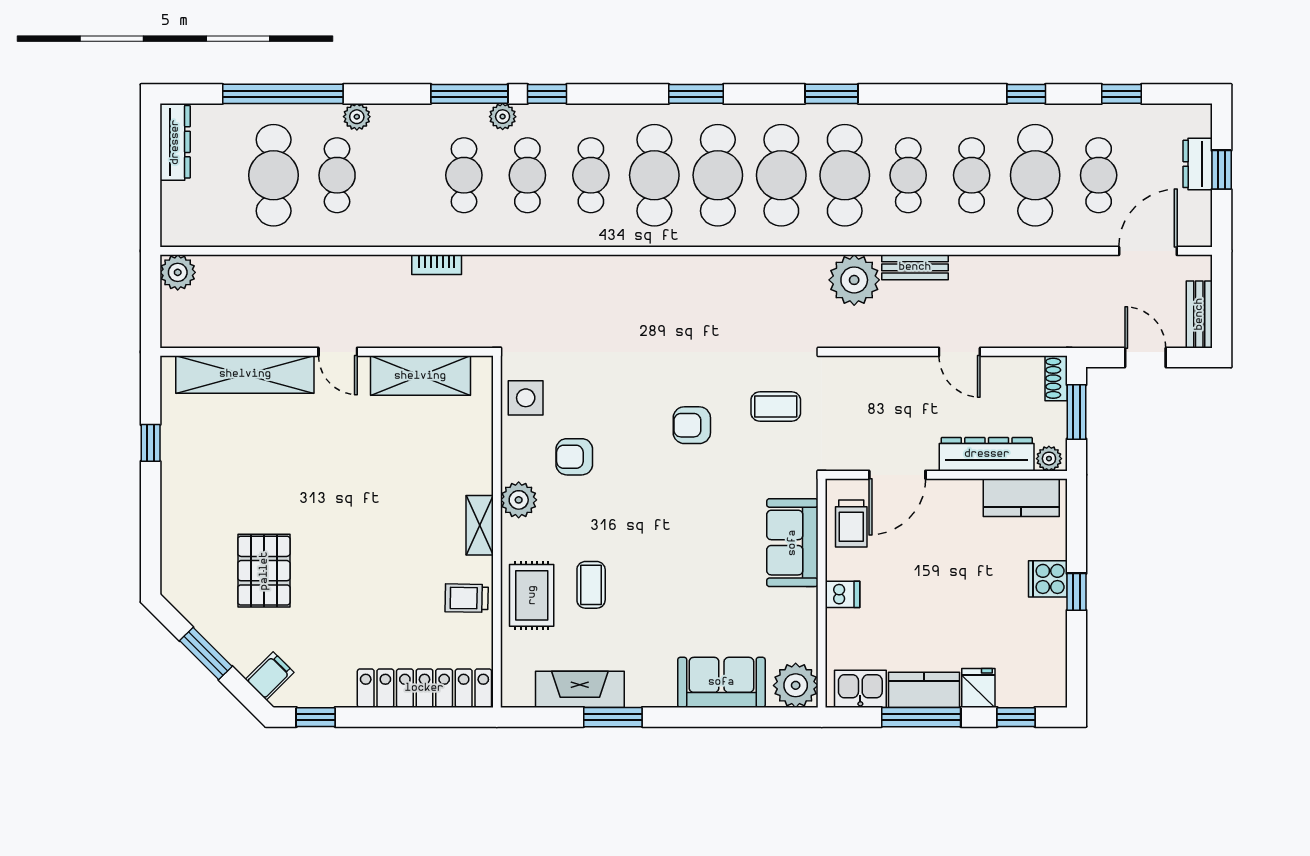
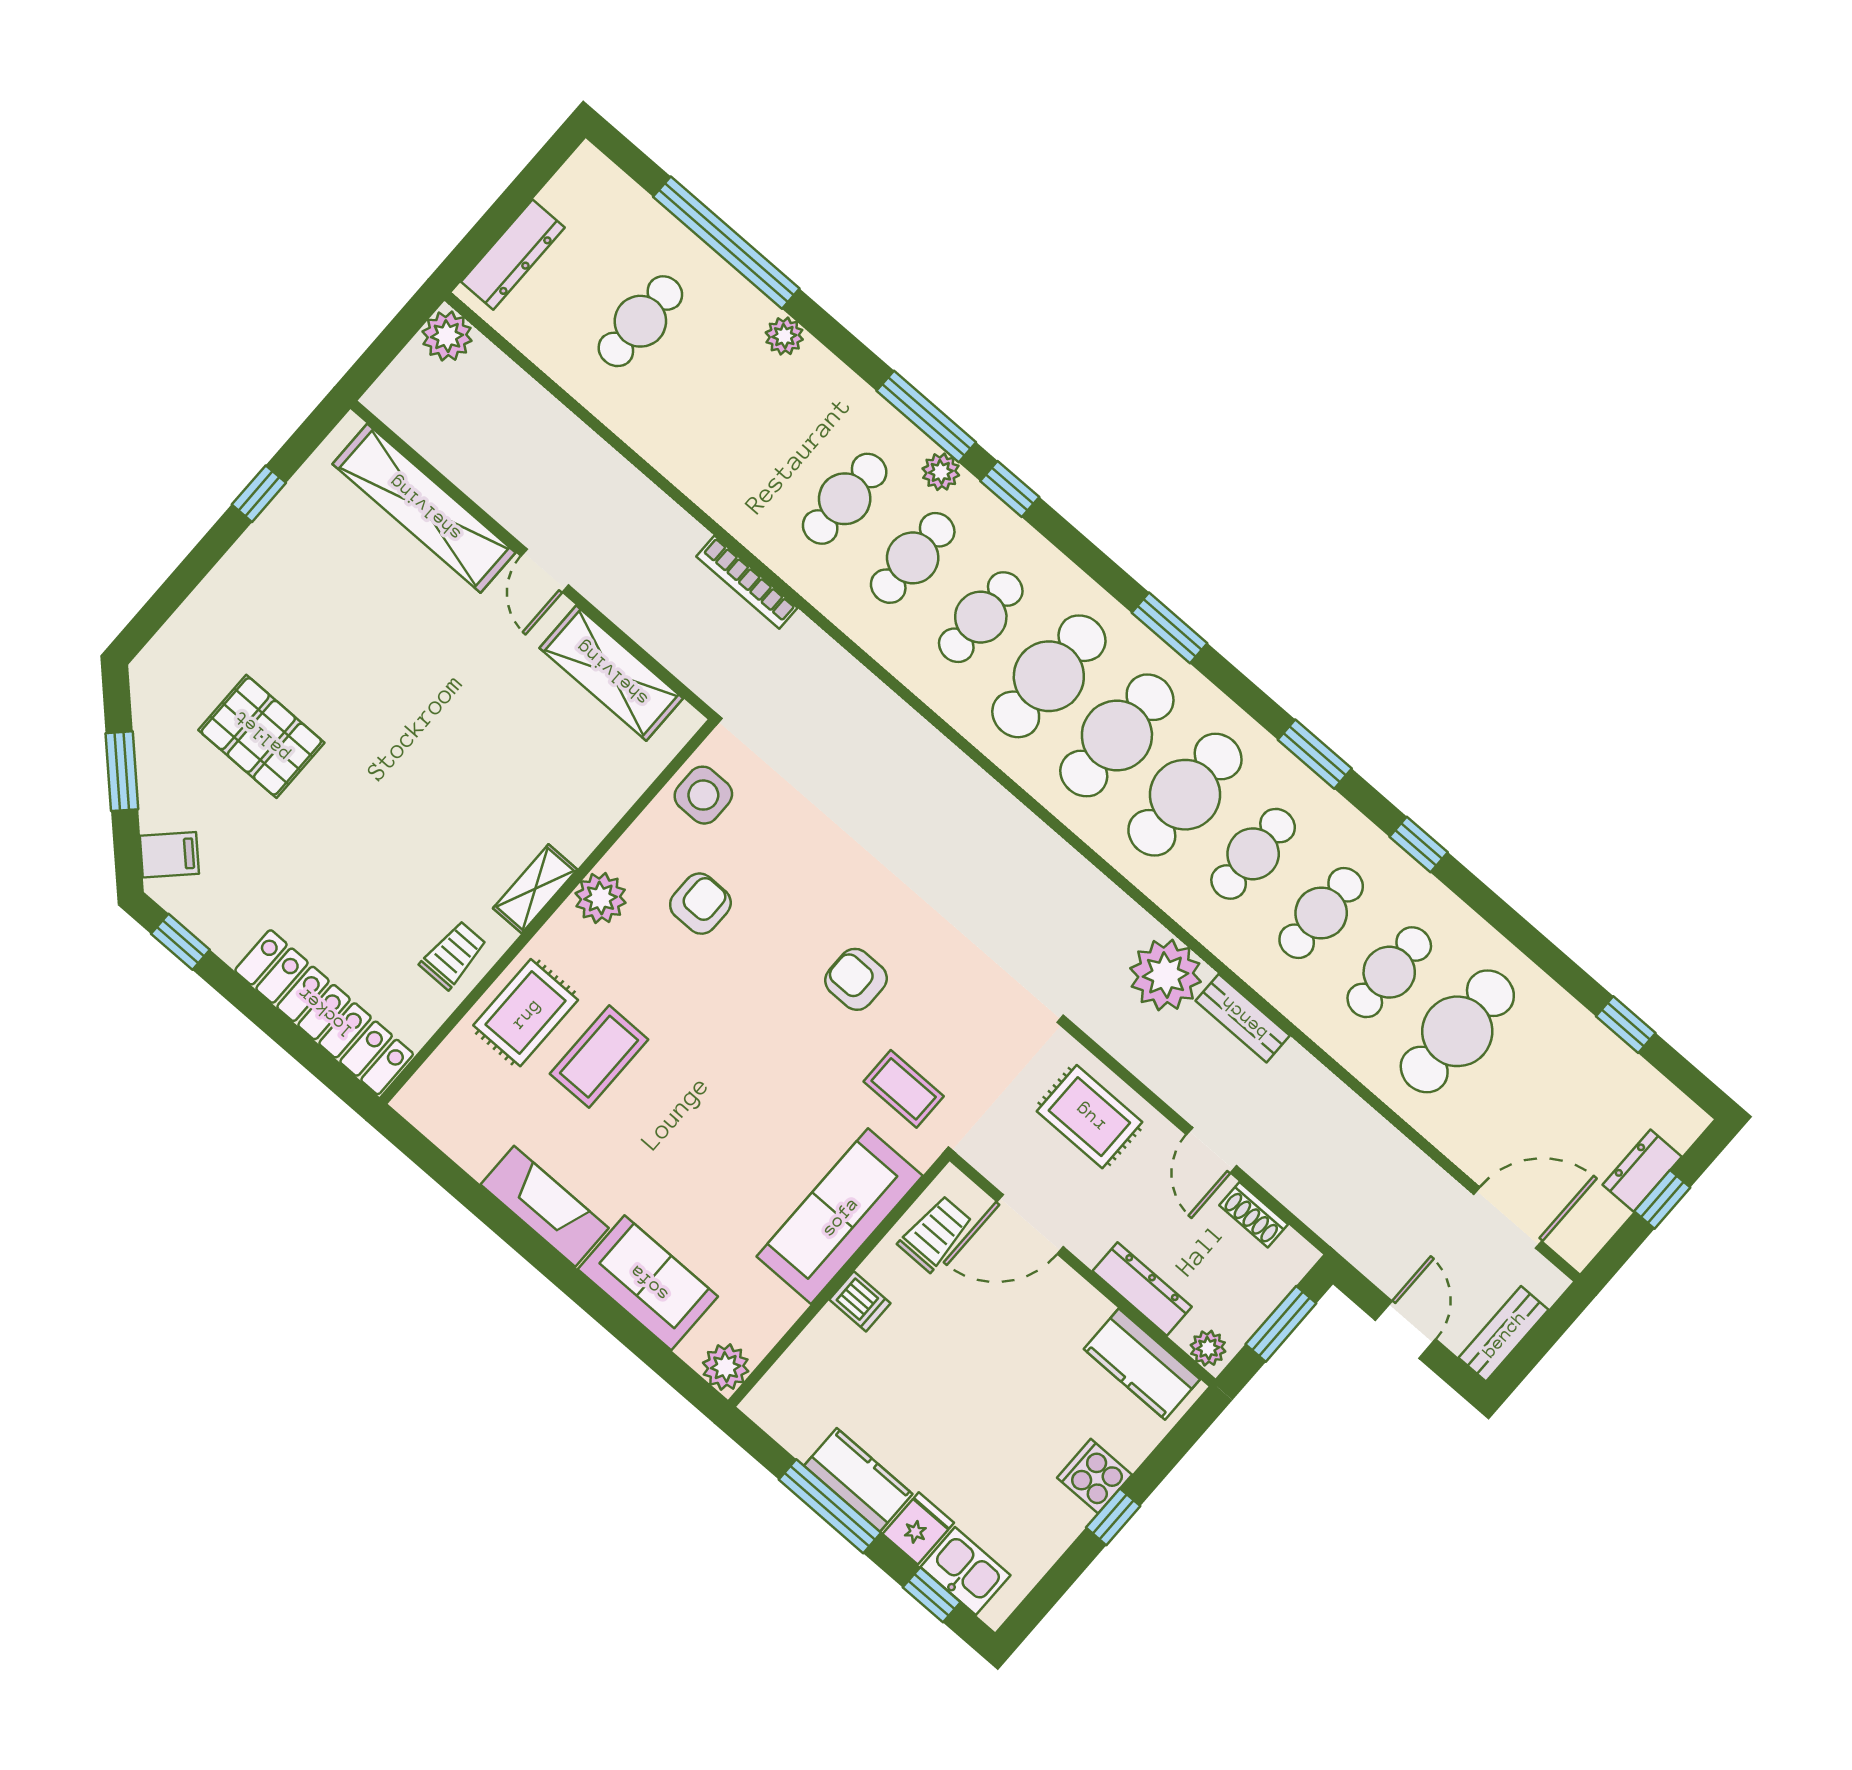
window: (1026, 94) -> (1419, 845), moved
dresser: (175, 142) -> (513, 255), moved
cafe table: (274, 175) -> (640, 321), width x0.73, depth x0.74
cafe table: (337, 175) -> (708, 380), removed
cafe table: (845, 175) -> (1253, 854), width x0.73, depth x0.74
cafe table: (1099, 175) -> (1525, 1091), removed
bookcase: (437, 265) -> (747, 582), width x1.56
shoe rack: (1056, 378) -> (1254, 1215), moved, turned -90
rug: (879, 390) -> (1089, 1117), added
coffee table: (776, 407) -> (904, 1089), moved
dresser: (987, 454) -> (1142, 1289), width x0.73, depth x0.80
armchair: (574, 457) -> (700, 904), turned 90
trolley: (851, 524) -> (935, 1233), turned 180
sofa: (792, 543) -> (840, 1216), width x1.36
pallet: (264, 571) -> (261, 736), turned 90
coffee table: (591, 585) -> (599, 1057), width x1.36, depth x1.30
trolley: (467, 598) -> (453, 955), turned 89
plant: (796, 685) -> (726, 1367), width x0.73, depth x0.73
fireplace: (580, 689) -> (545, 1206), moved
kitchen sink: (860, 689) -> (965, 1571), moved
window: (613, 717) -> (499, 1219), removed

